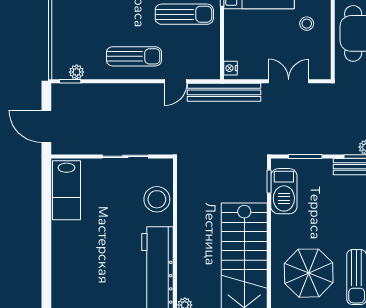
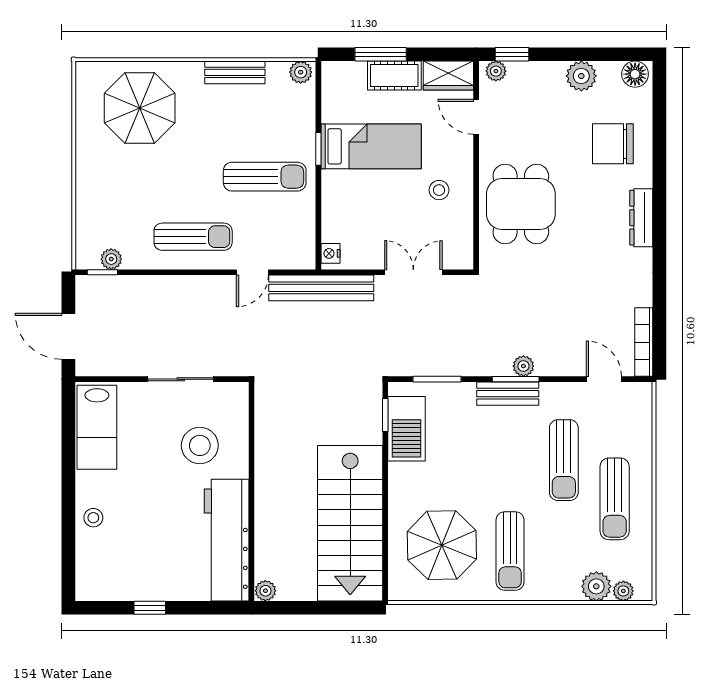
stool: (157, 199) -> (200, 445), moved
stool: (64, 254) -> (93, 518), added

